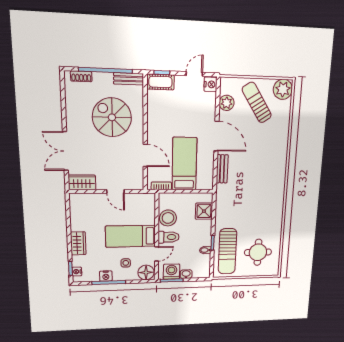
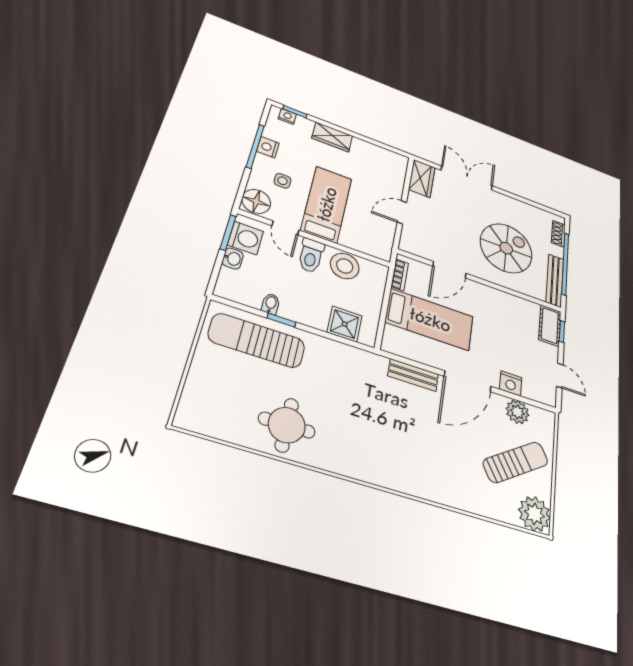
bench: (129, 79) -> (555, 280), width x1.36
nightstand: (210, 84) -> (511, 383), moved
round table: (258, 252) -> (287, 425), moved

